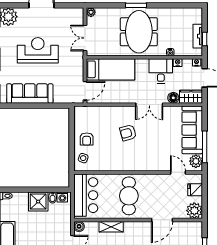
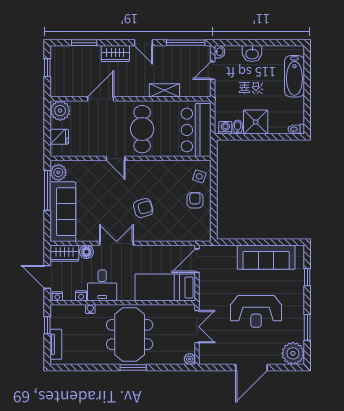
tv unit: (198, 36) -> (56, 344), moved
door: (178, 172) -> (116, 158), moved
boiler: (79, 226) -> (204, 91), removed

